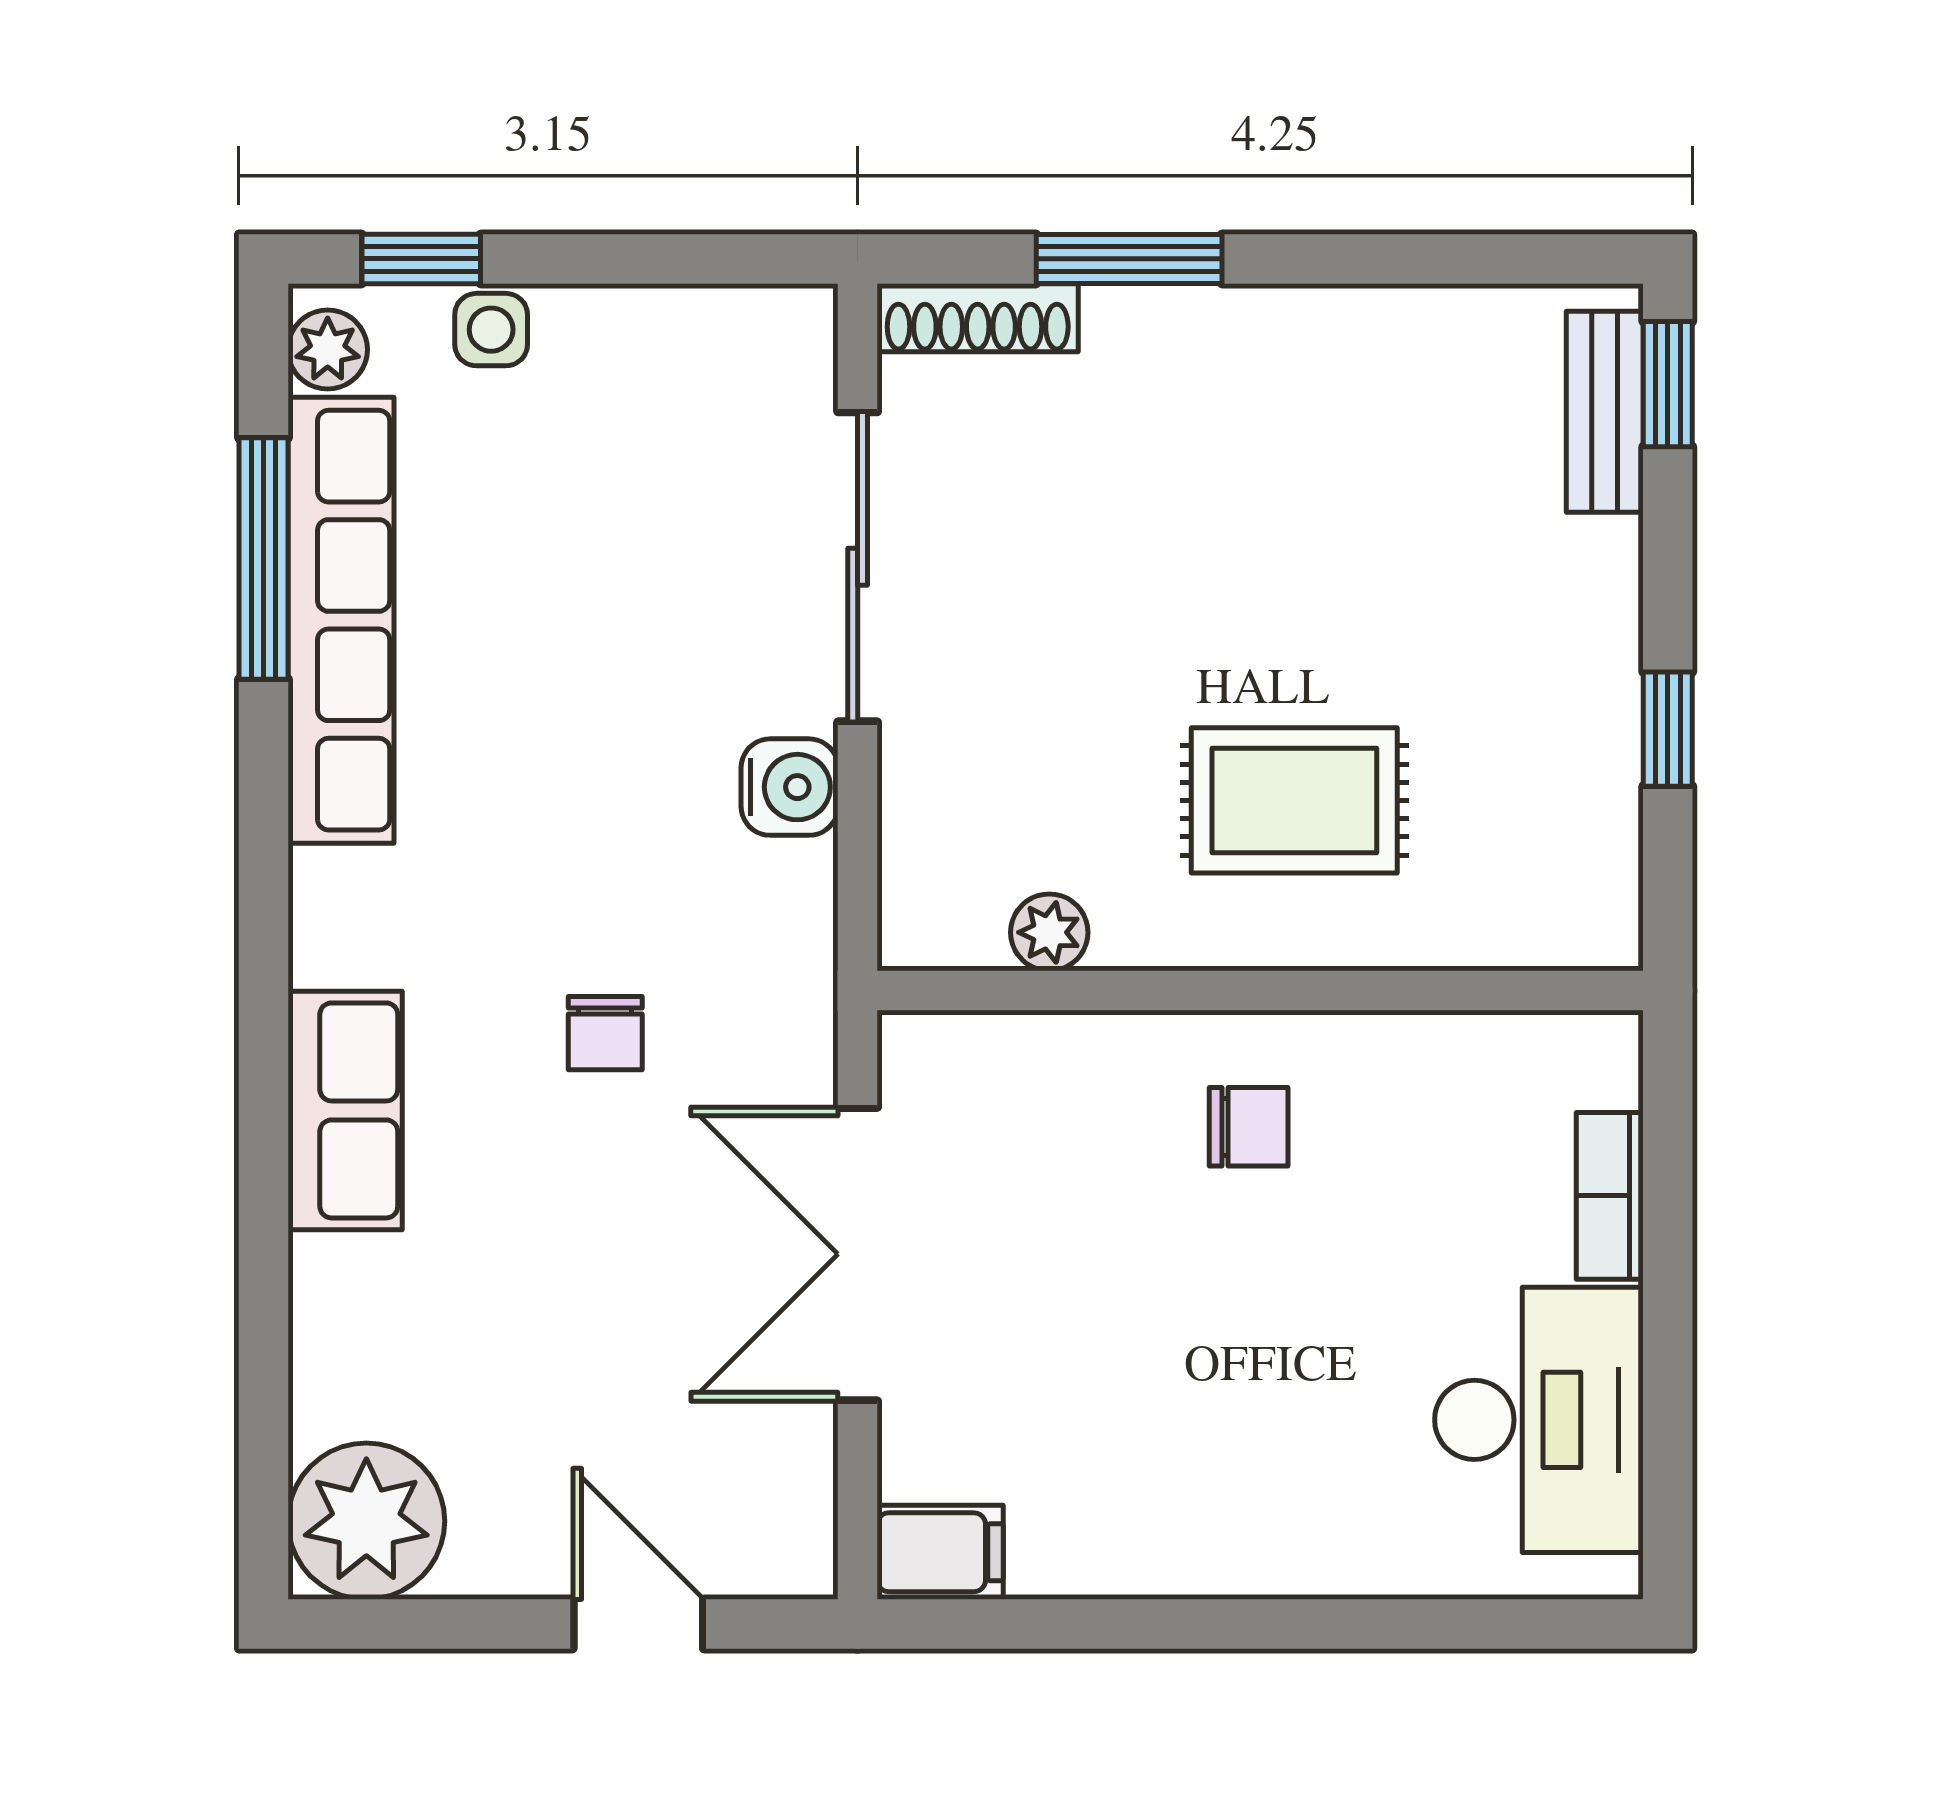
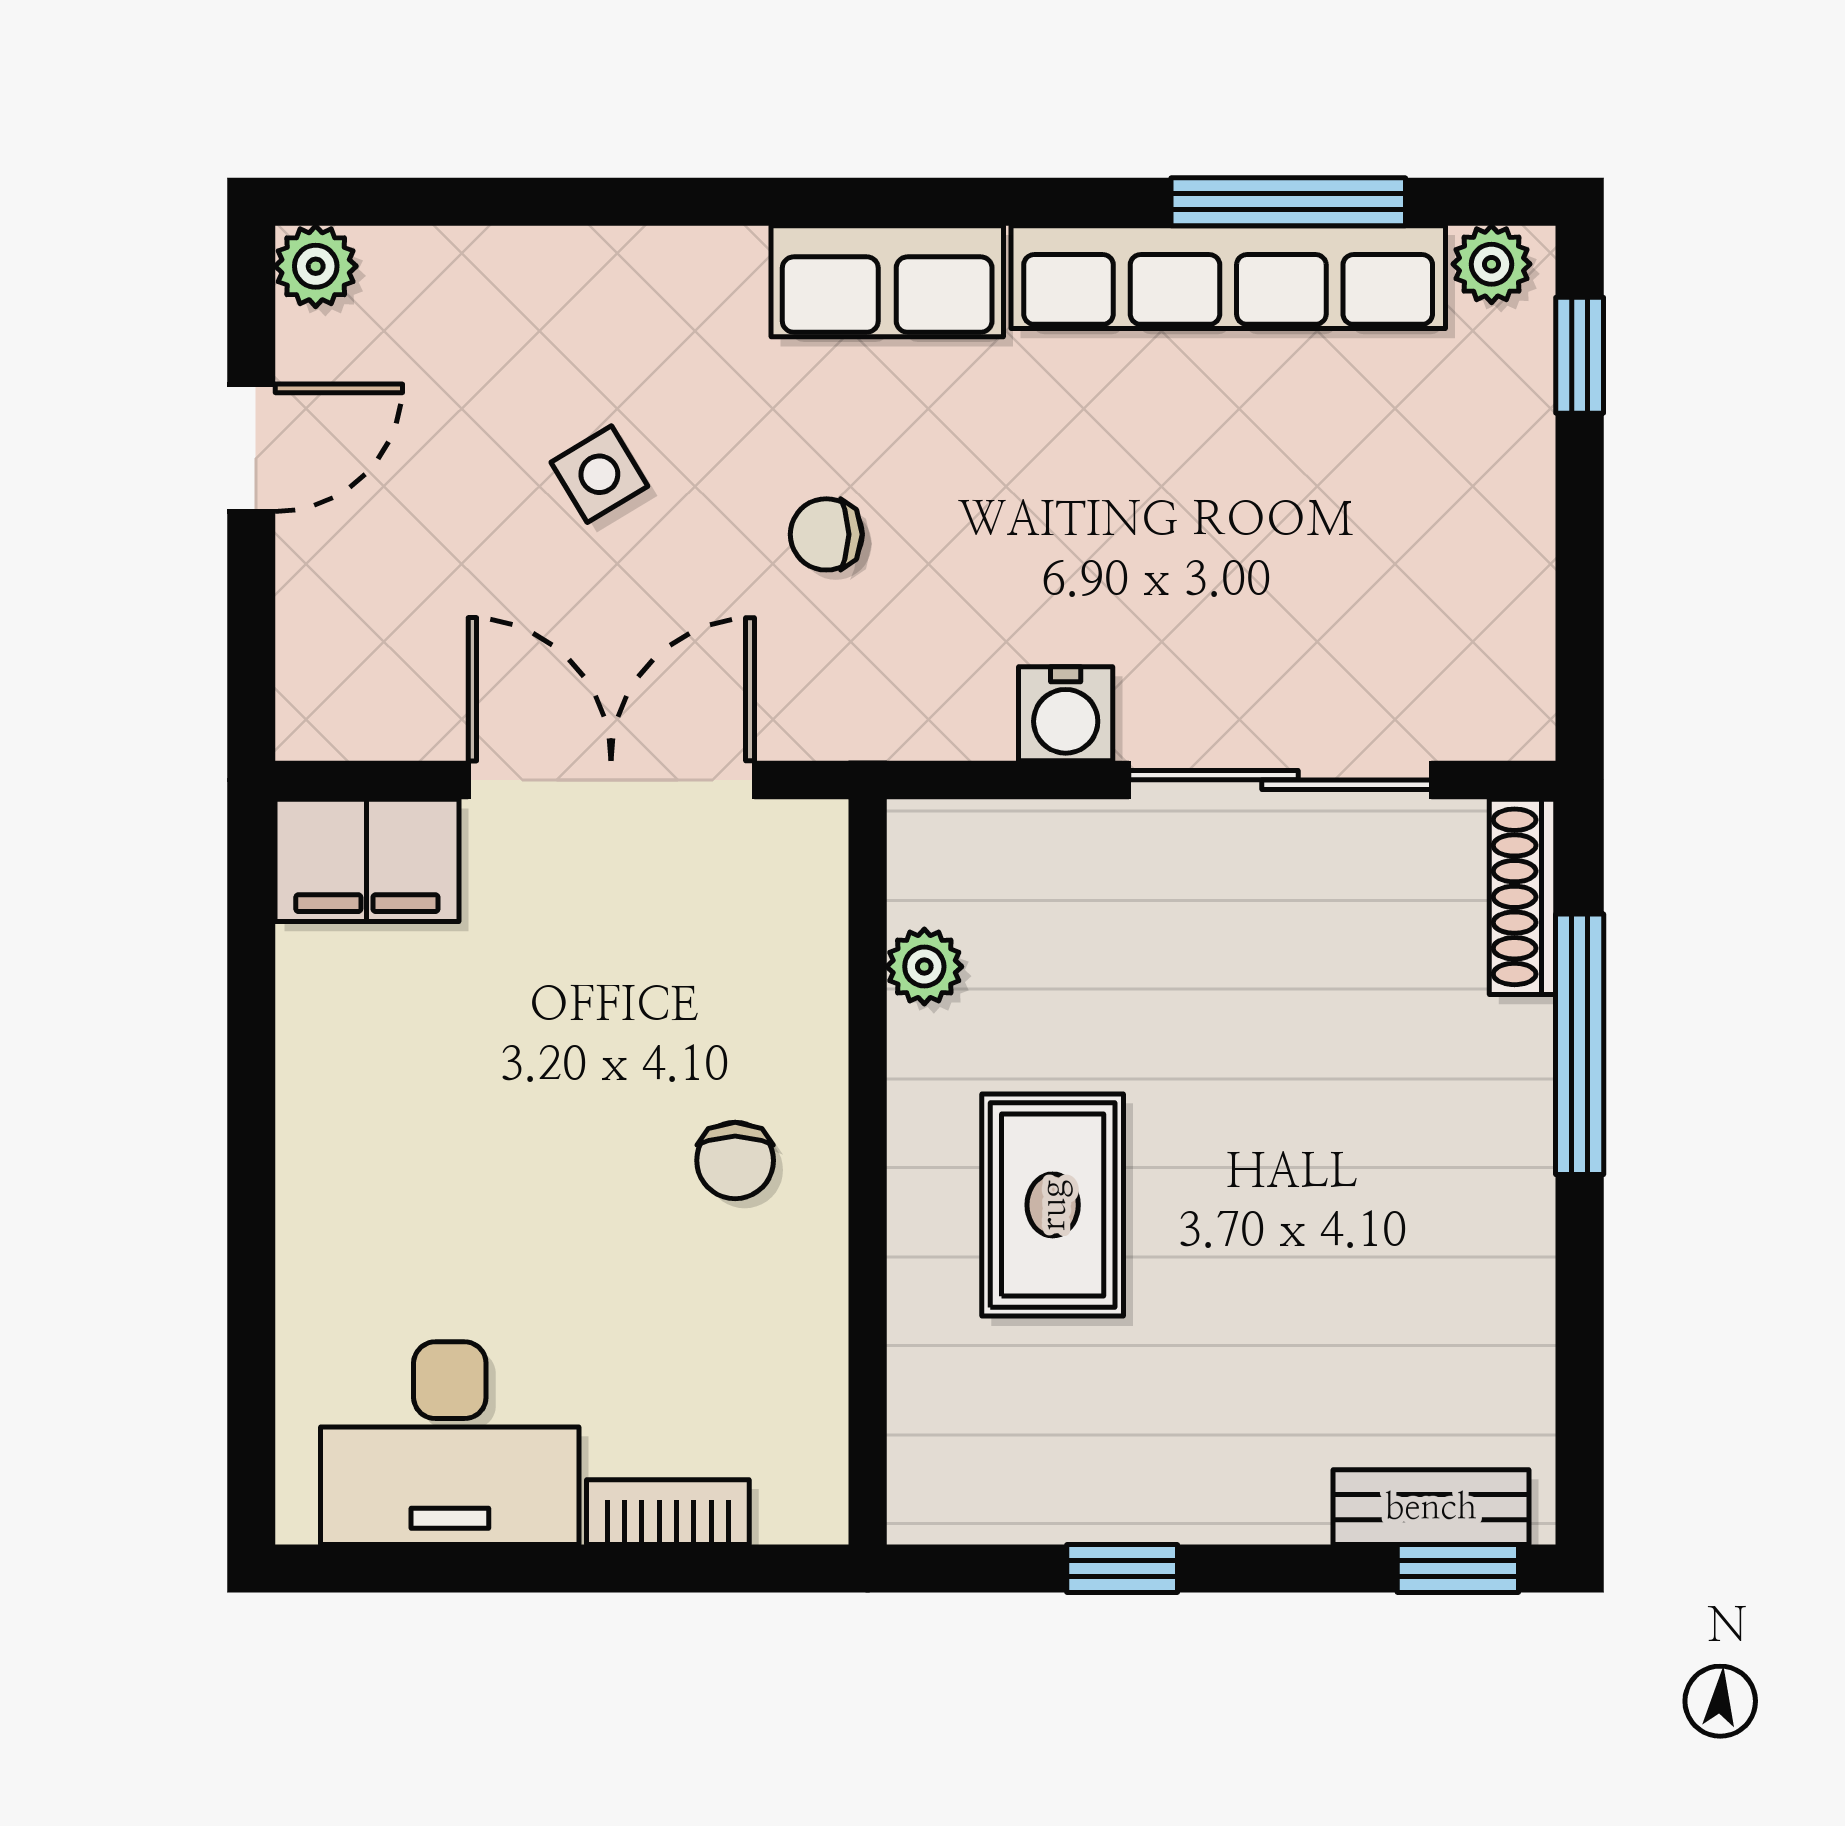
window: (1129, 259) -> (1580, 1044), width x1.44
side table: (491, 330) -> (599, 474), moved, turned -31
row of seats: (345, 1110) -> (887, 281), moved
plant: (366, 1521) -> (316, 266), width x0.53, depth x0.53
filing cabinet: (940, 1552) -> (367, 860), width x2.00
door: (638, 1624) -> (251, 448), moved

